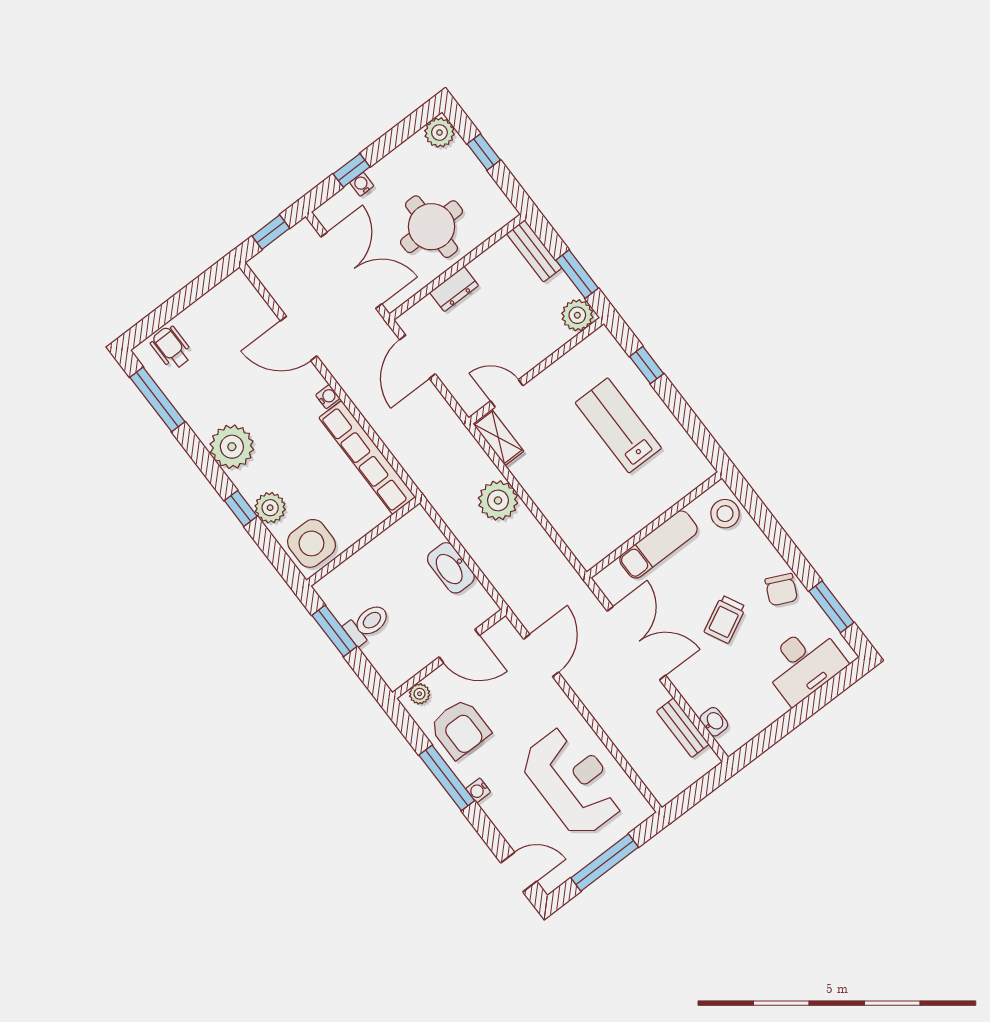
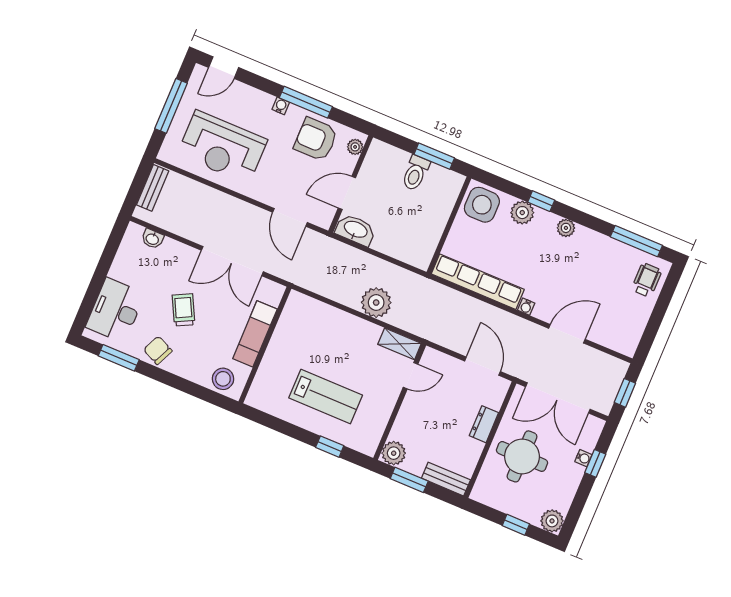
wheelchair: (171, 348) -> (647, 280), turned -90
plant: (232, 447) -> (566, 228), width x0.53, depth x0.53
washbasin: (451, 568) -> (355, 230), moved
bench: (683, 728) -> (153, 188), moved, turned 90

